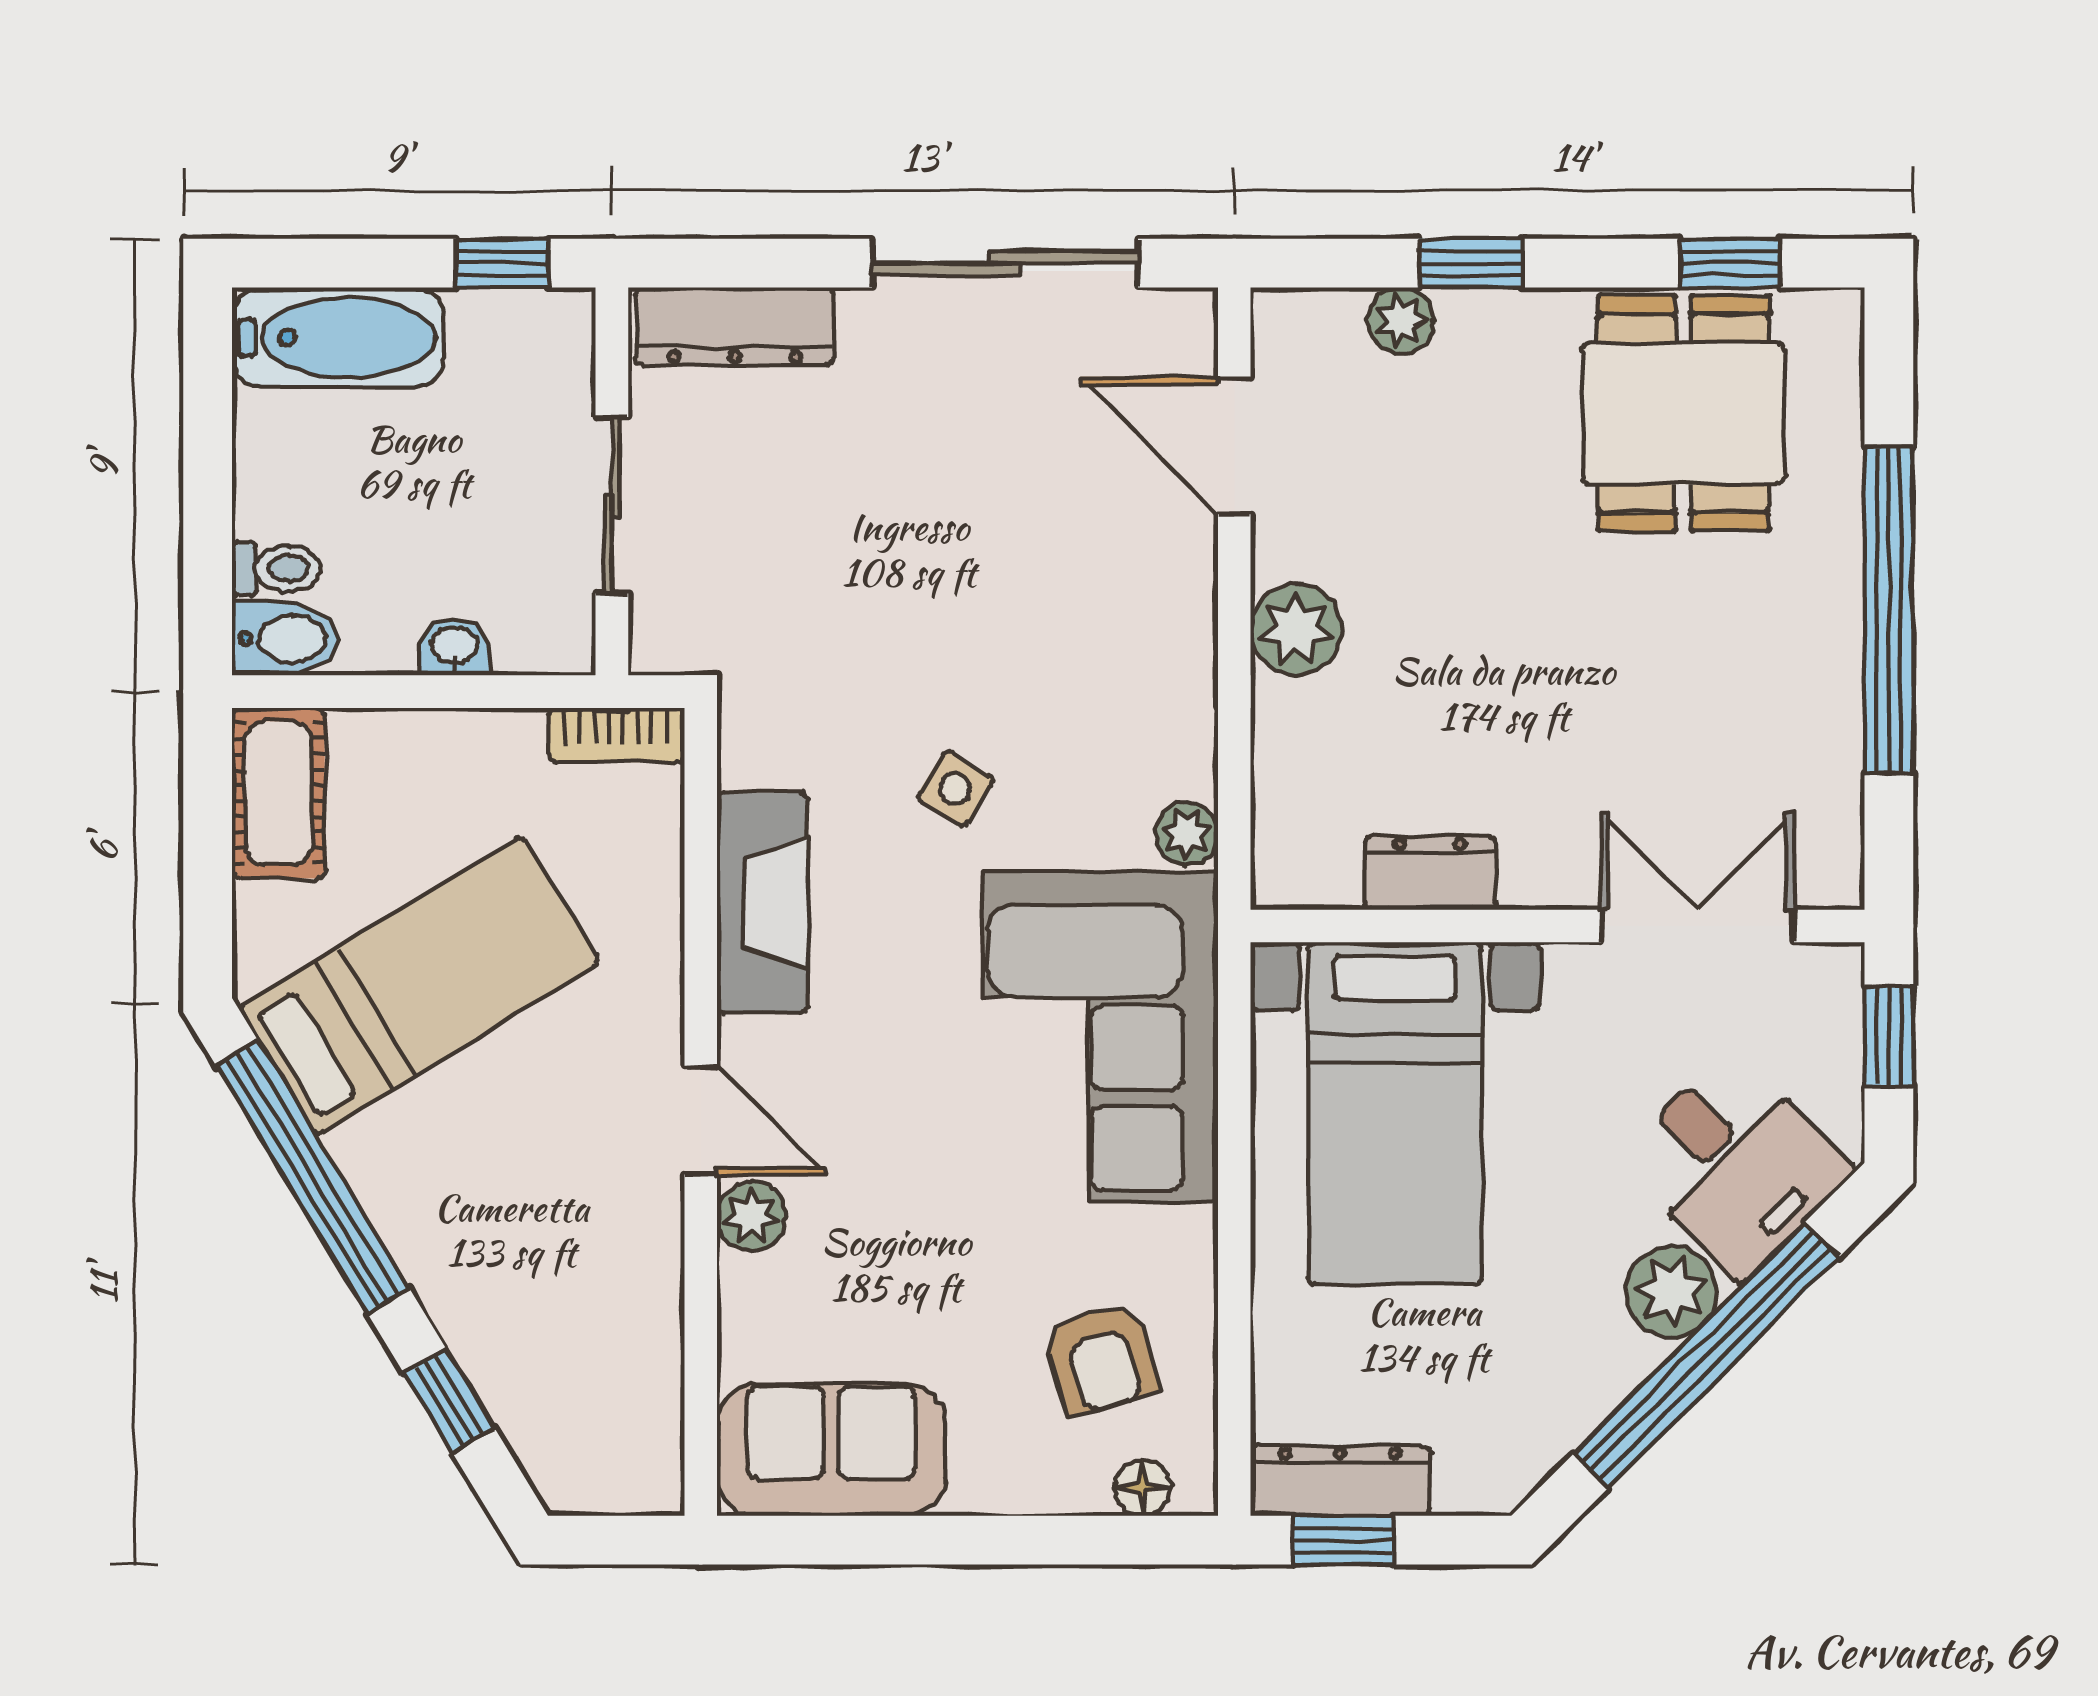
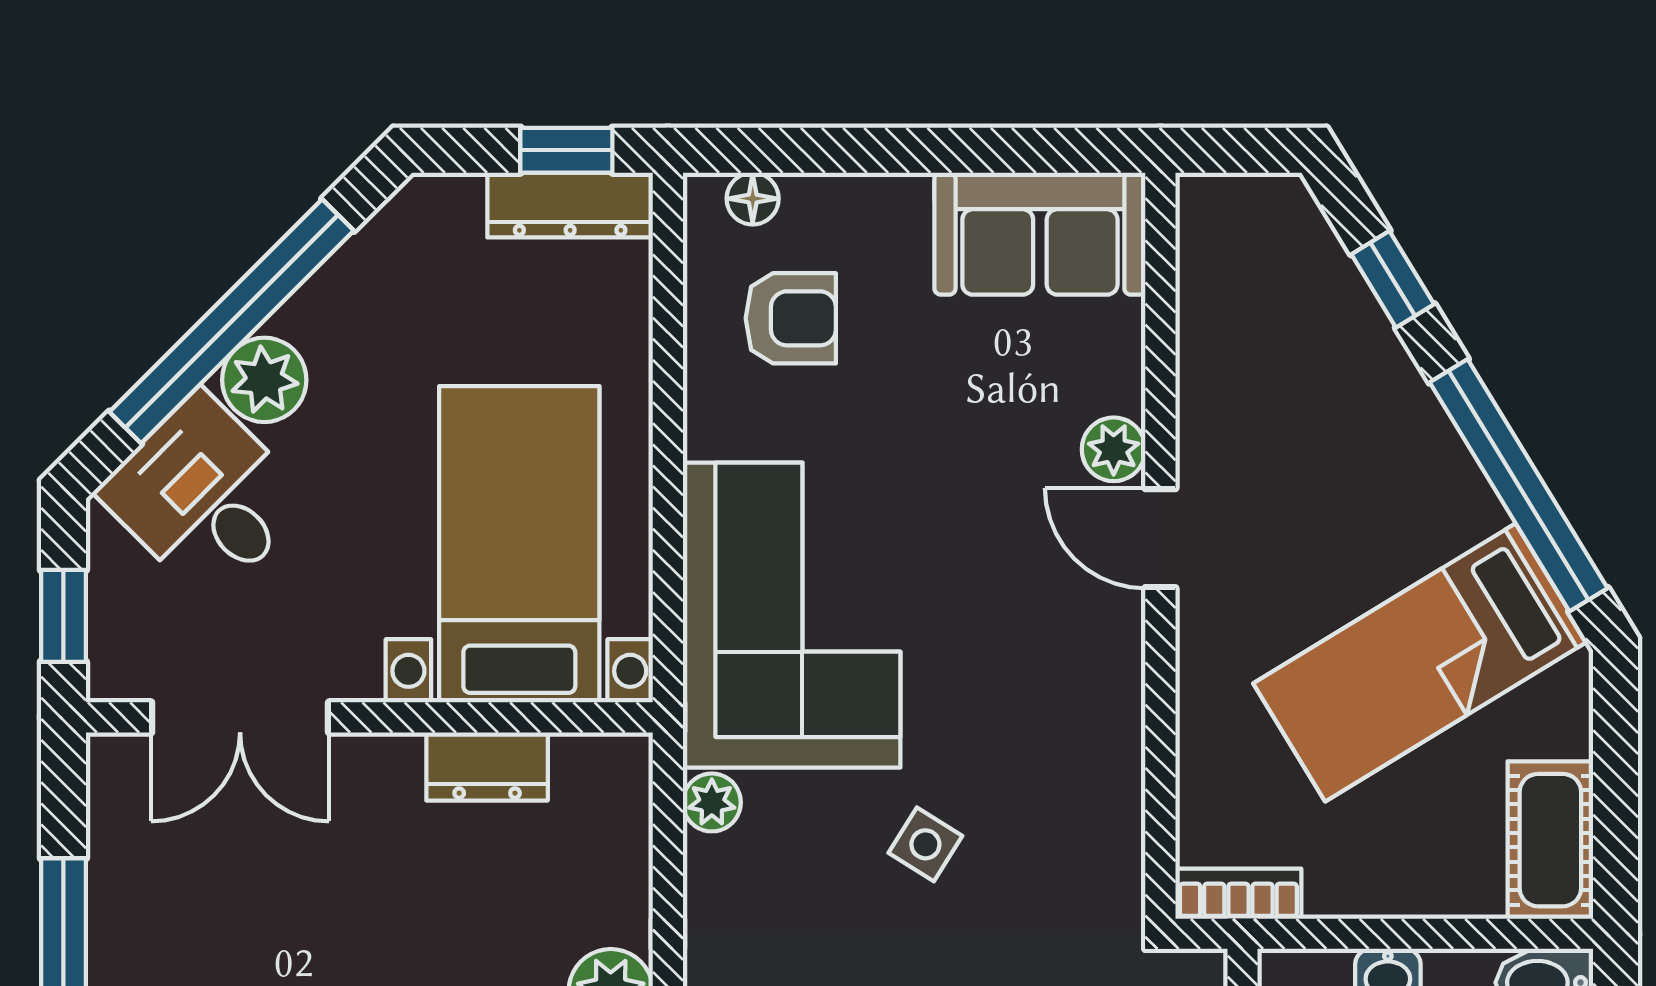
fireplace: (762, 903) -> (1104, 739), removed
armchair: (1101, 1358) -> (791, 318), turned 106

